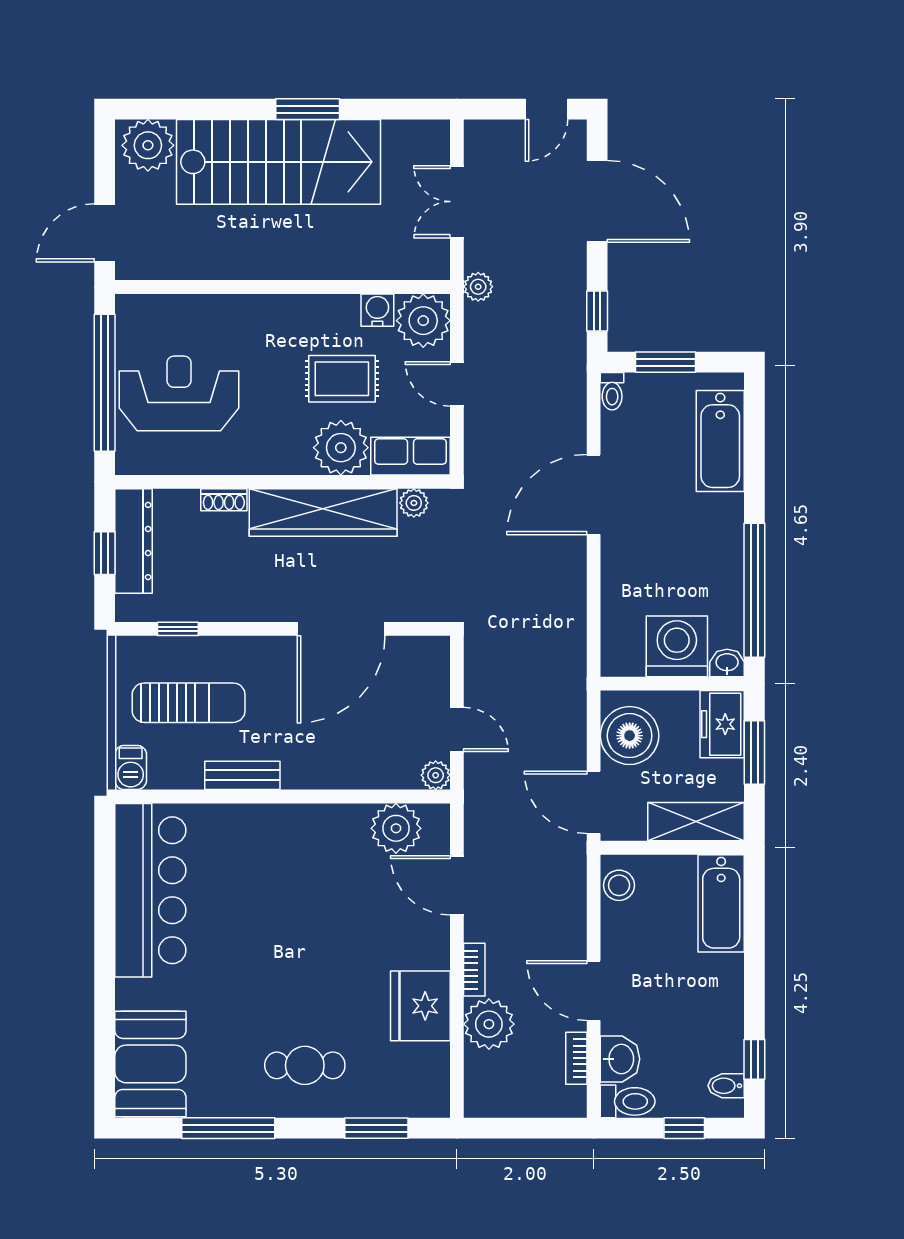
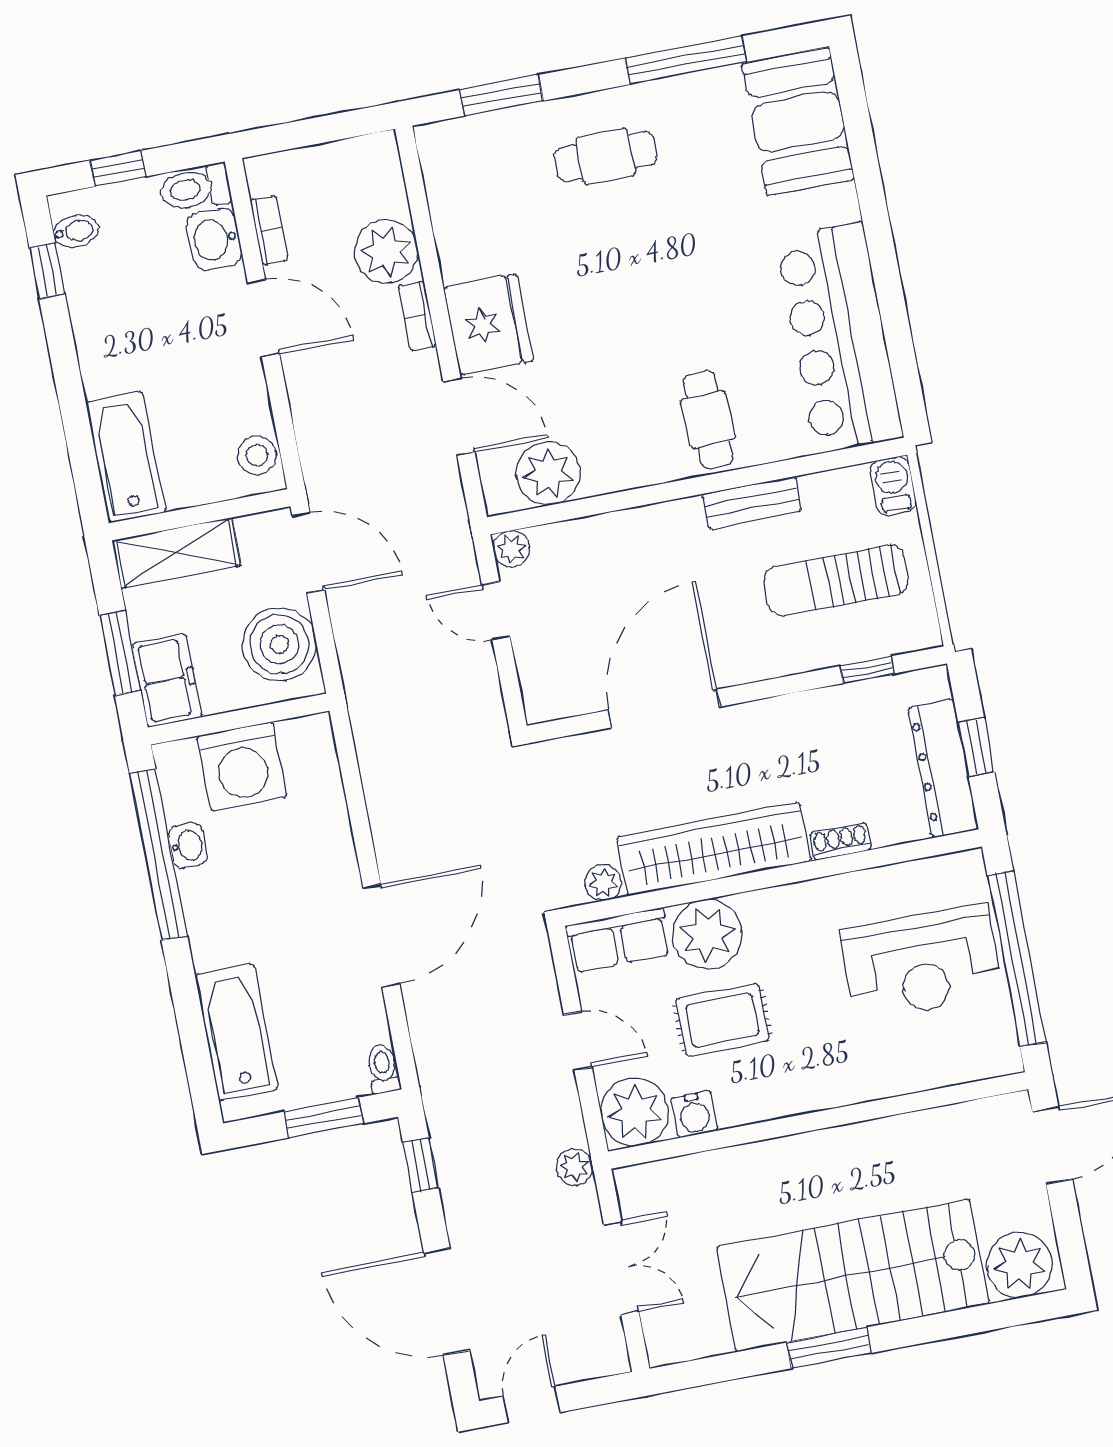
washbasin: (727, 663) -> (188, 845), moved, turned -90
cafe table: (264, 846) -> (708, 420), added
fridge: (420, 1006) -> (488, 324), moved

